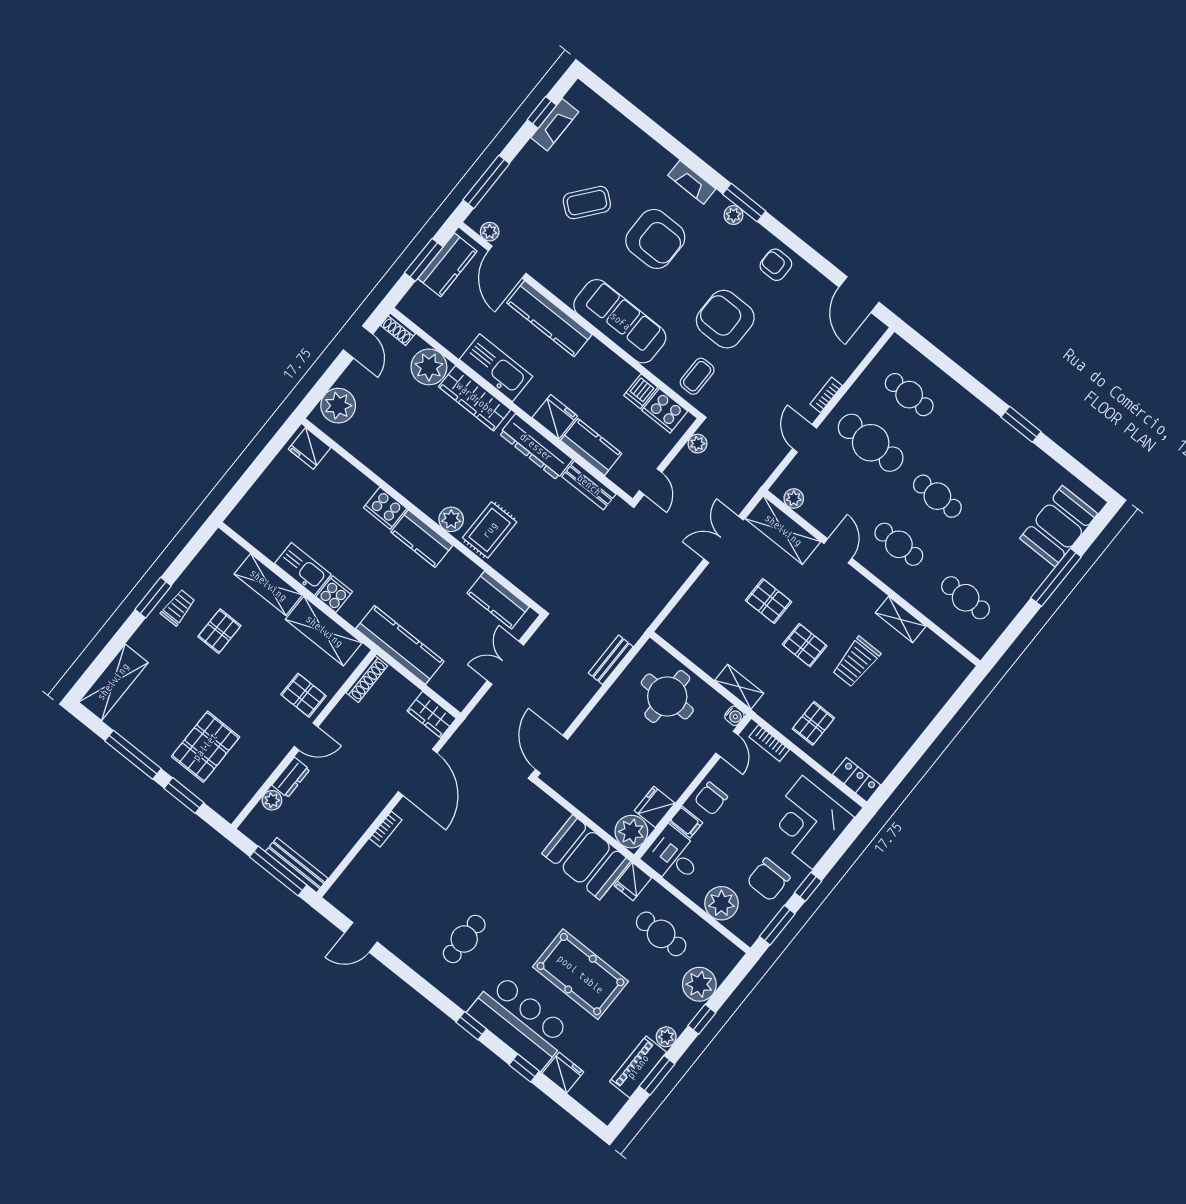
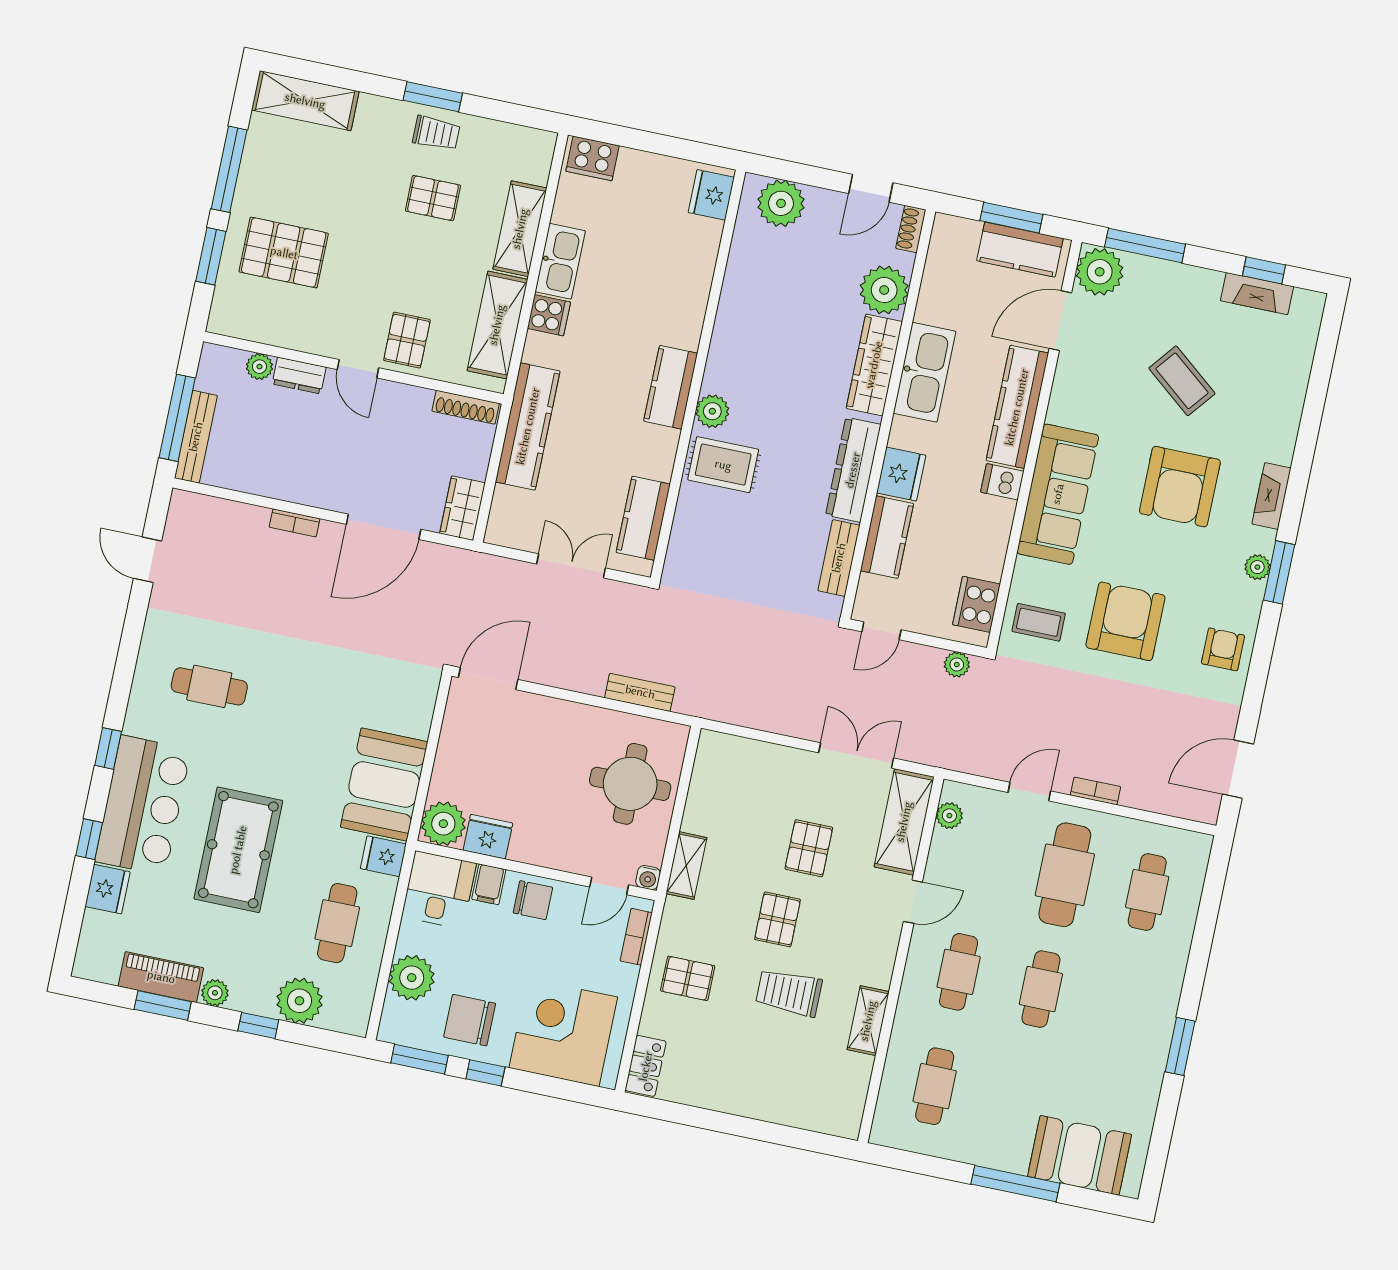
plant: (490, 232) -> (1100, 272), width x1.88, depth x1.88
dishwasher: (641, 391) -> (1002, 482), moved
cooker: (385, 508) -> (593, 158), moved, turned -90
chair: (711, 799) -> (533, 900), turned 180

